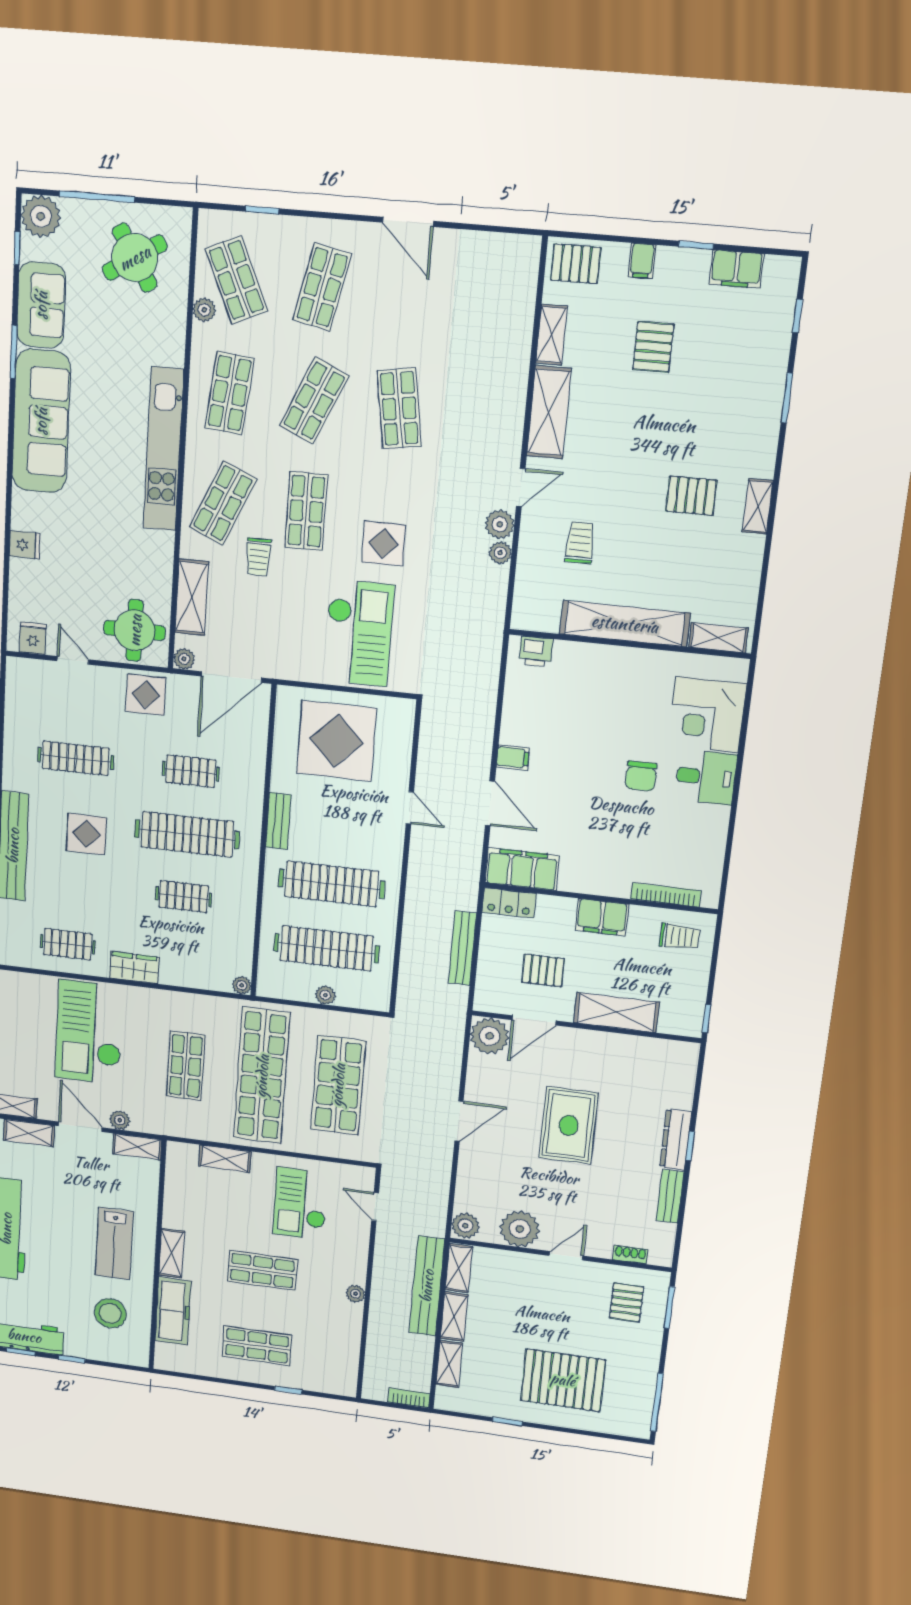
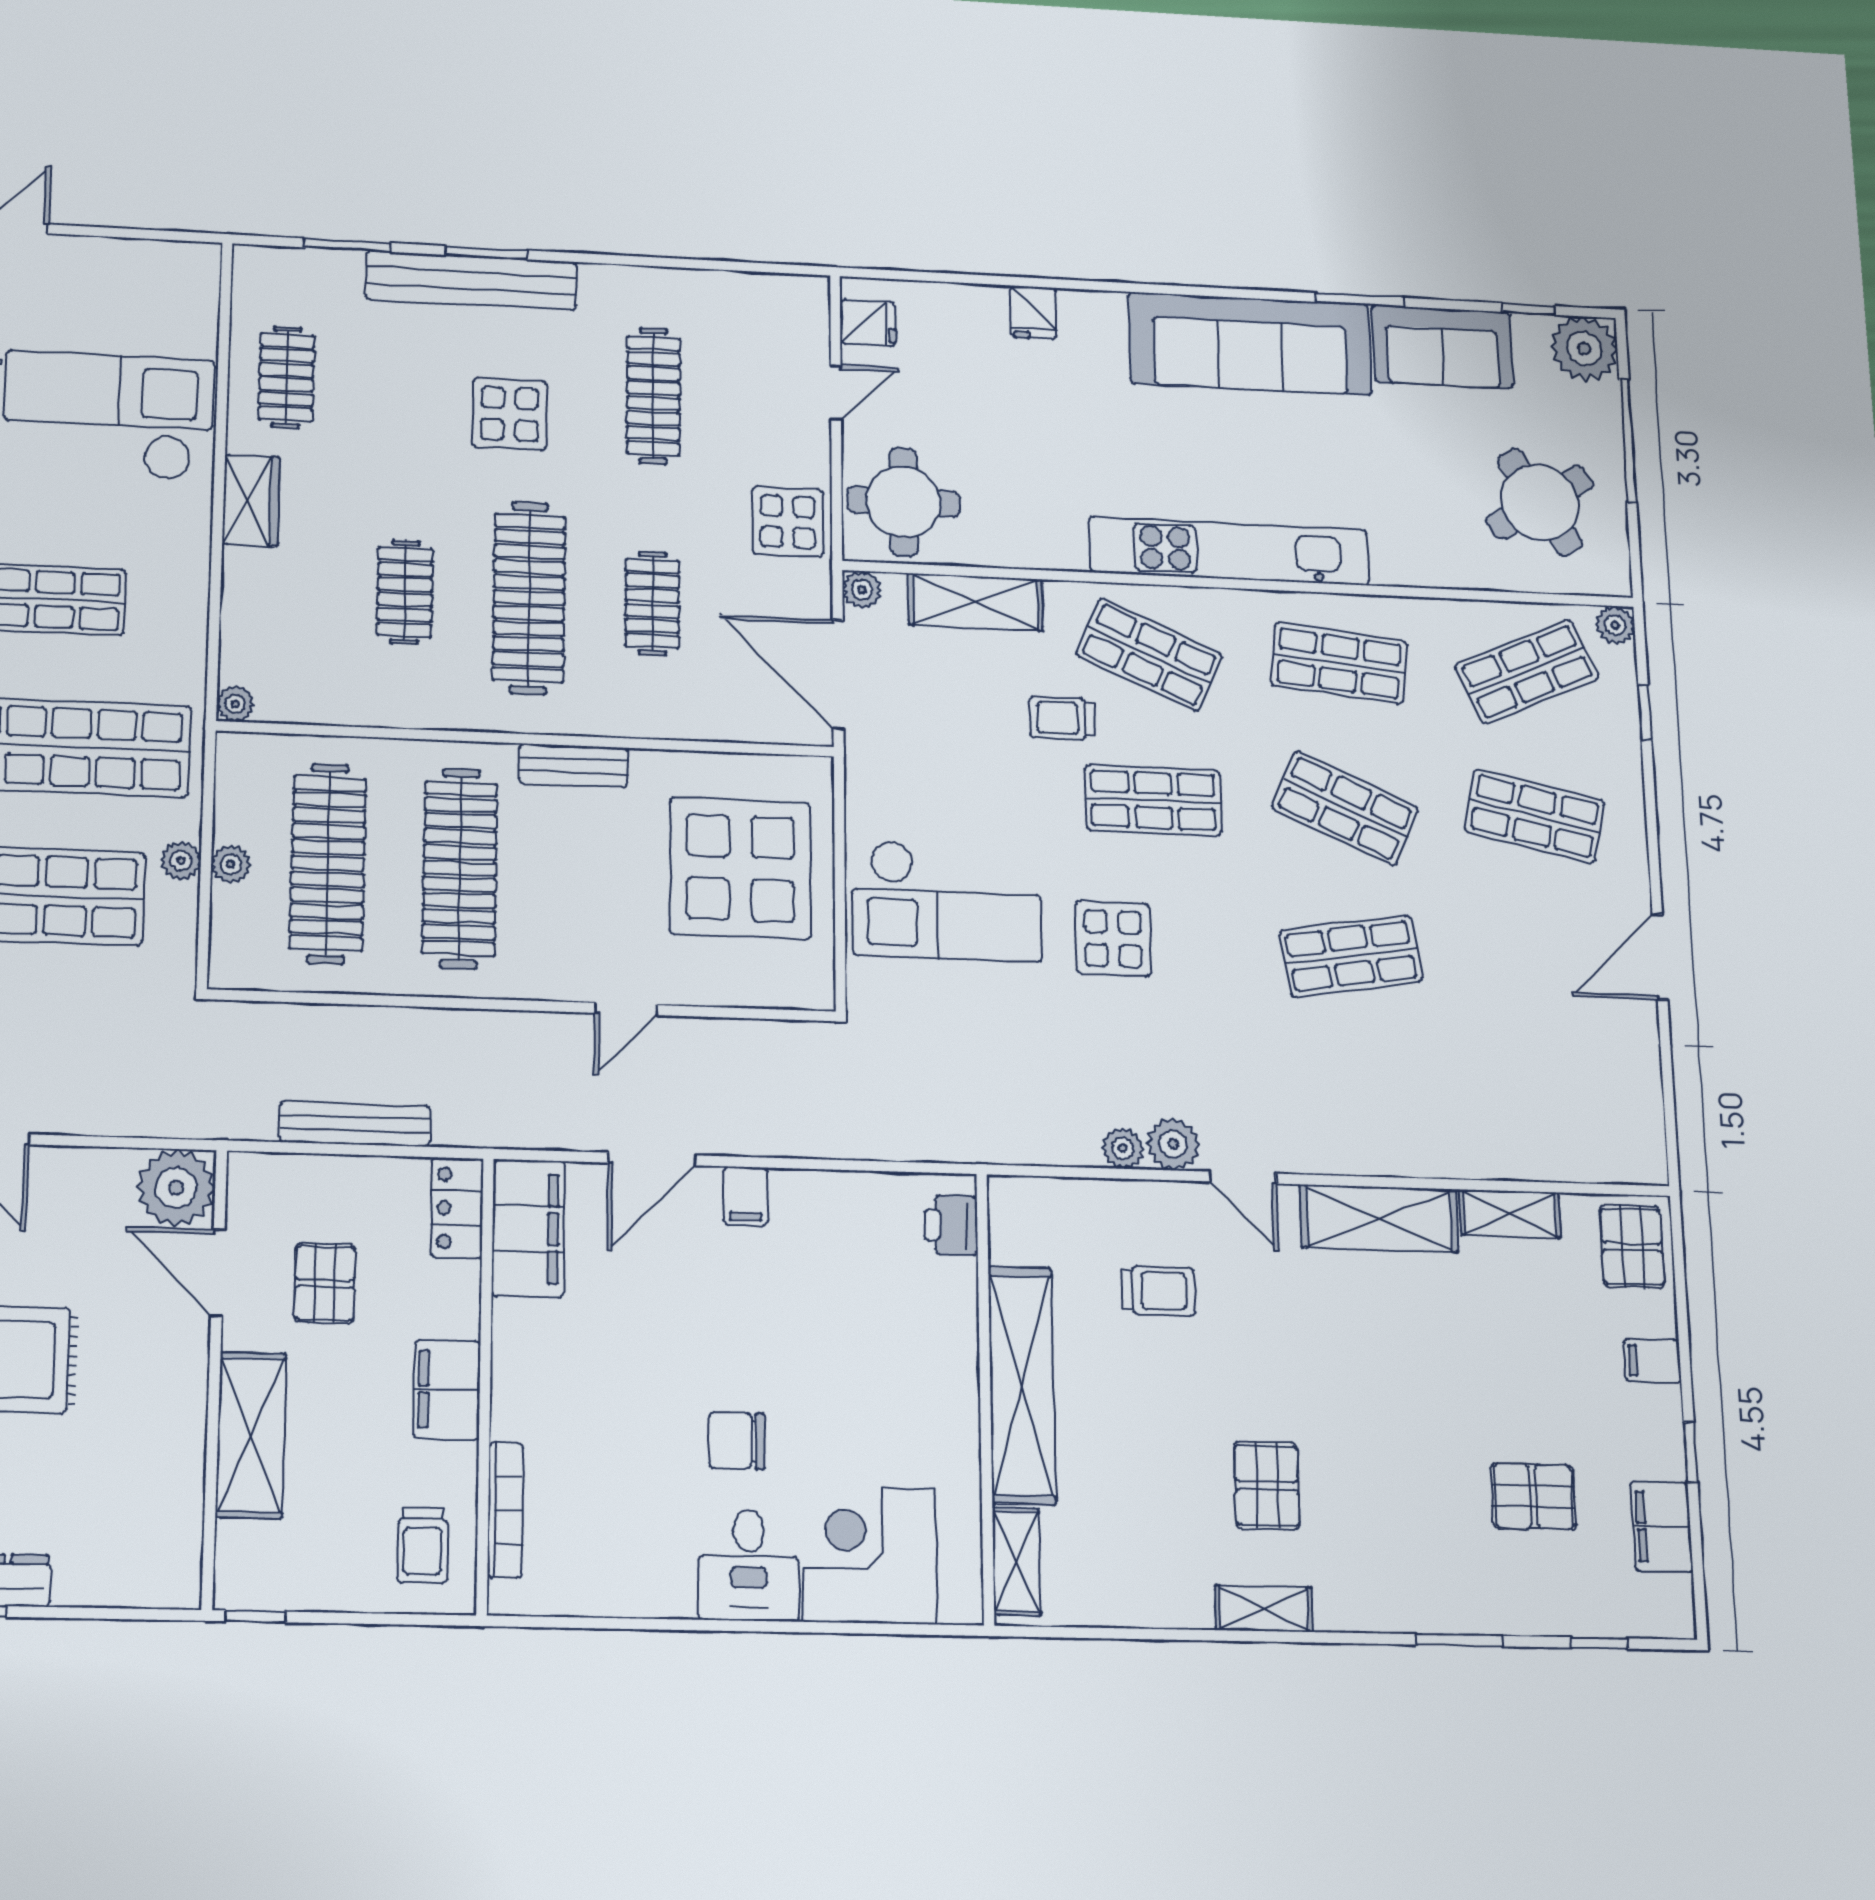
plant: (204, 310) -> (1615, 625), moved
pallet: (653, 347) -> (1533, 1497), moved
plant: (323, 1019) -> (181, 860), added

